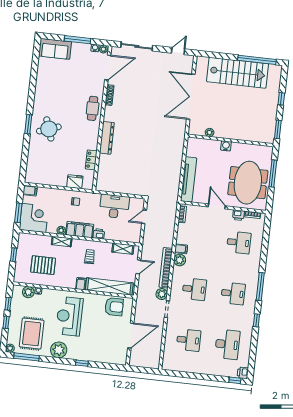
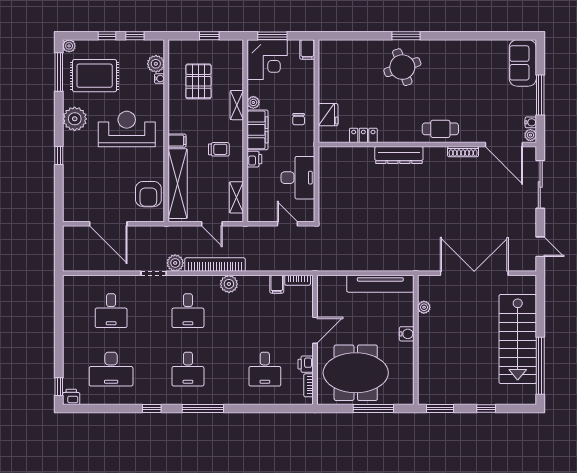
tv unit: (188, 179) -> (380, 284), moved
filing cabinet: (181, 249) -> (277, 284), moved

